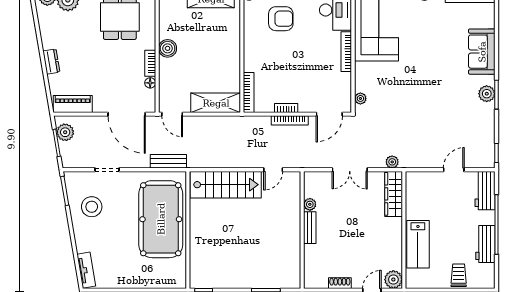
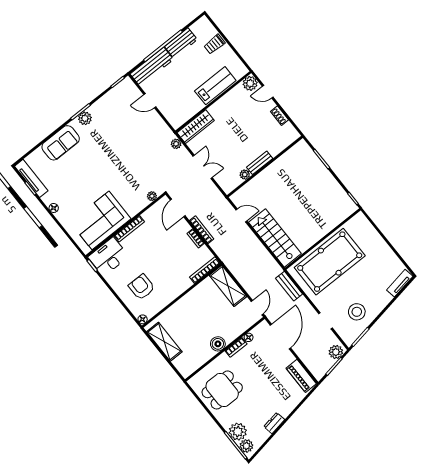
dresser: (51, 62) -> (274, 423), moved
door: (329, 114) -> (178, 208), swing flipped
plant: (65, 132) -> (336, 352), moved
workbench: (485, 191) -> (152, 67), width x1.38

